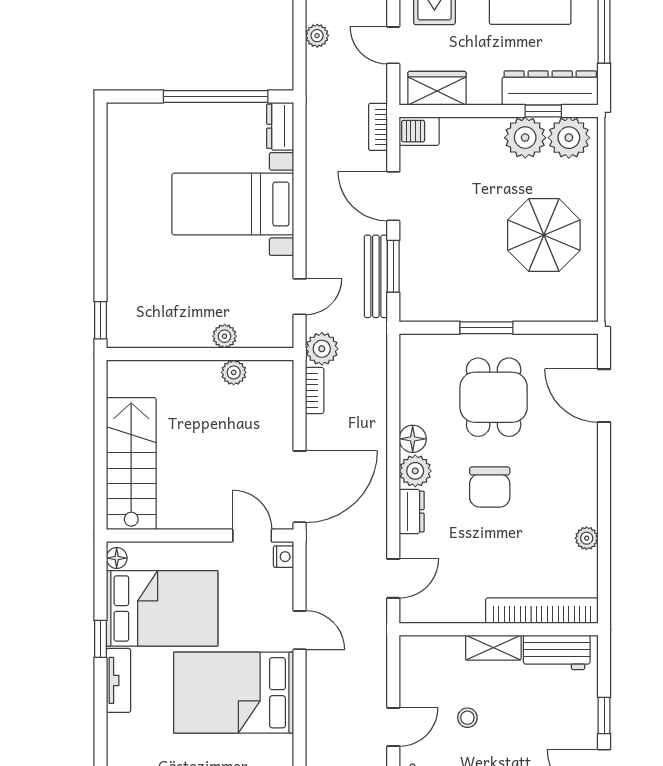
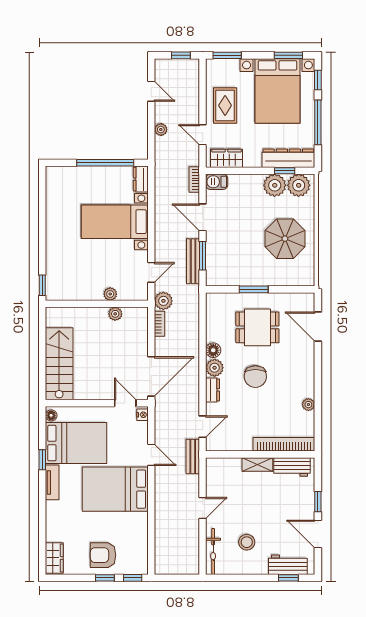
dining table: (494, 397) -> (257, 327), turned 90
bench: (375, 633) -> (193, 457), added
stool: (467, 718) -> (243, 503), removed

